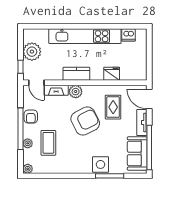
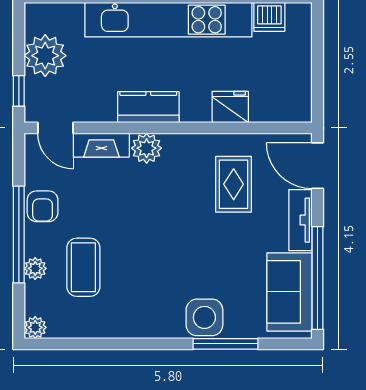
armchair: (85, 121) -> (169, 217), removed

